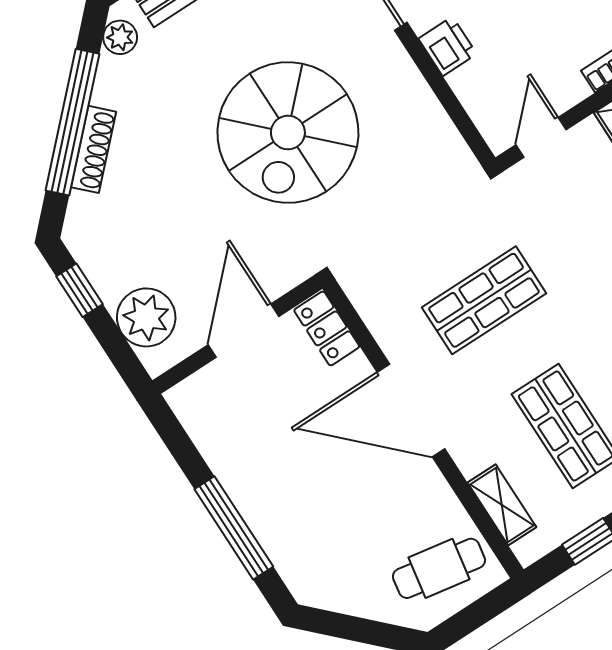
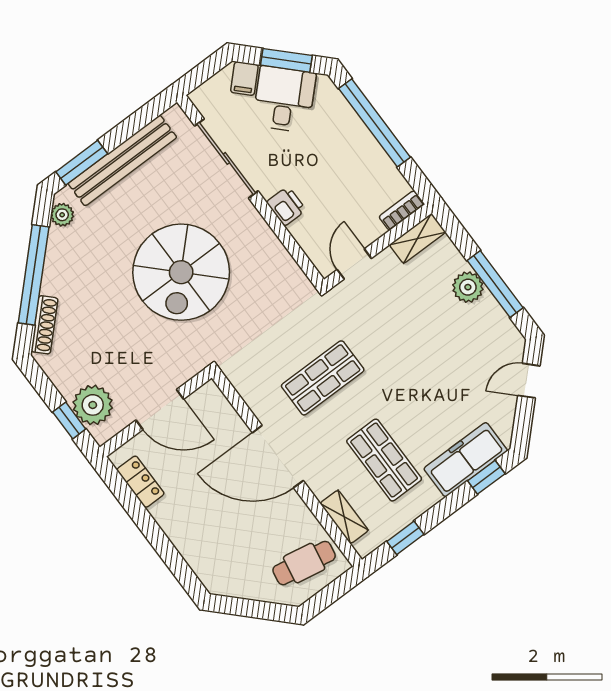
shoe rack: (94, 149) -> (44, 325), moved
window: (79, 290) -> (69, 421), moved
locker: (327, 328) -> (141, 482), moved, turned 180
door: (243, 331) -> (160, 410), swing flipped
window: (234, 528) -> (162, 545), removed

